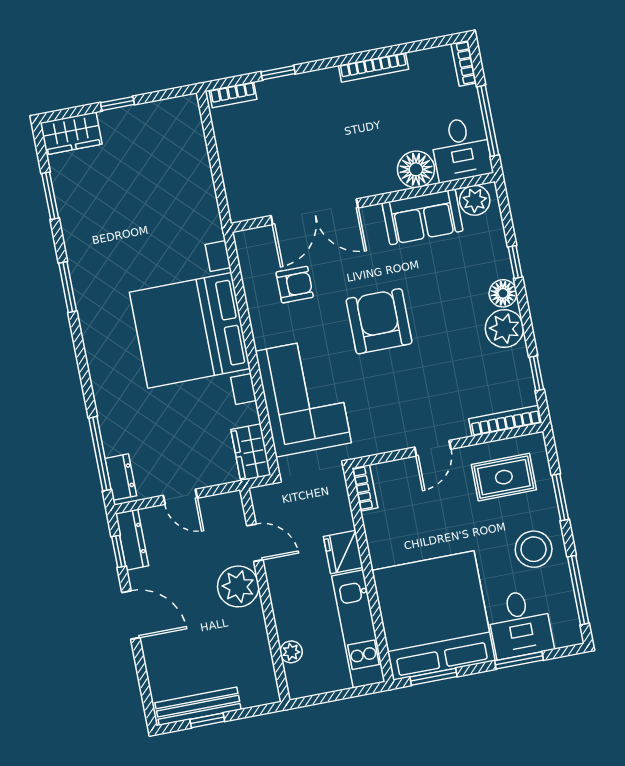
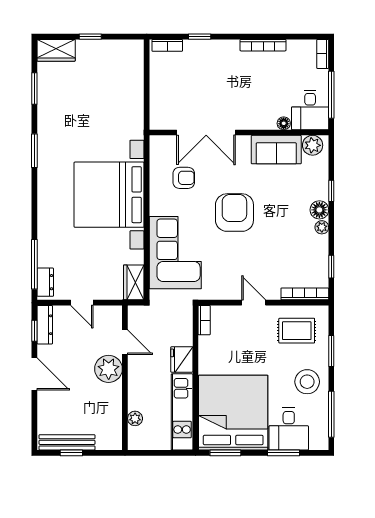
floor lamp: (416, 169) -> (284, 123), width x0.53, depth x0.53
plant: (504, 329) -> (322, 227), width x0.53, depth x0.53
door: (433, 448) -> (254, 303), swing flipped

